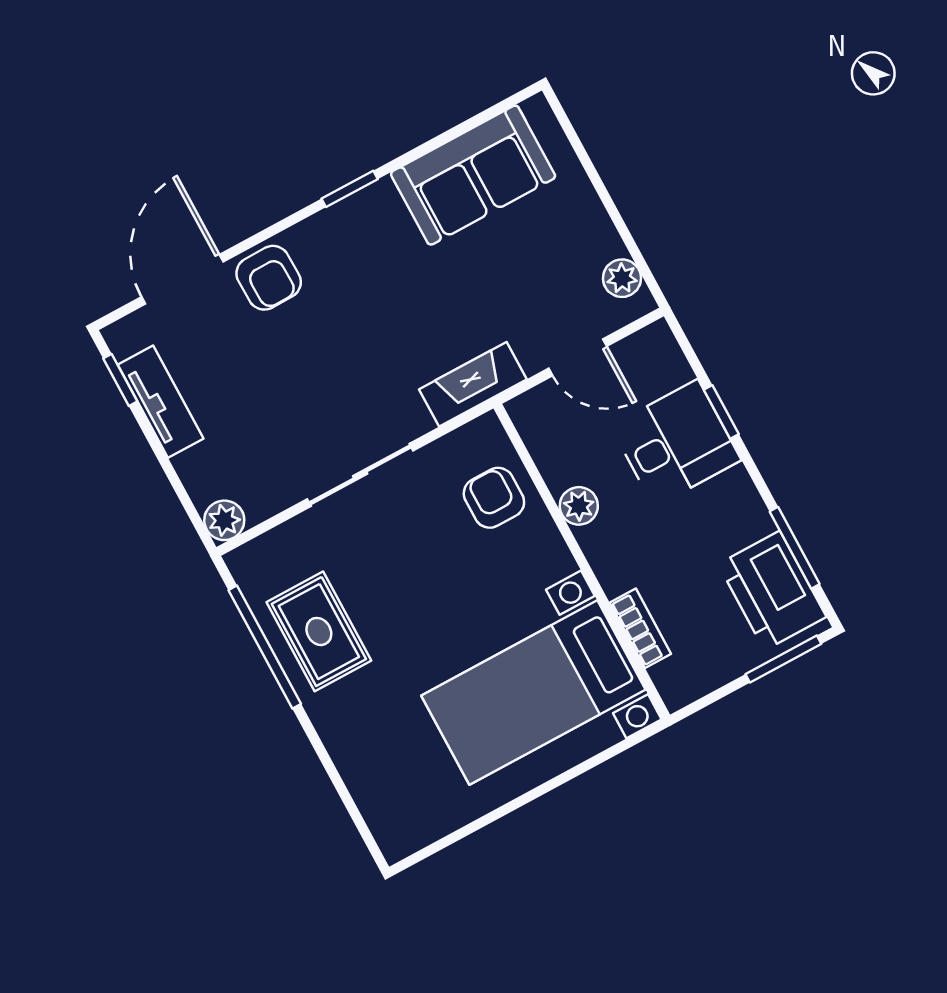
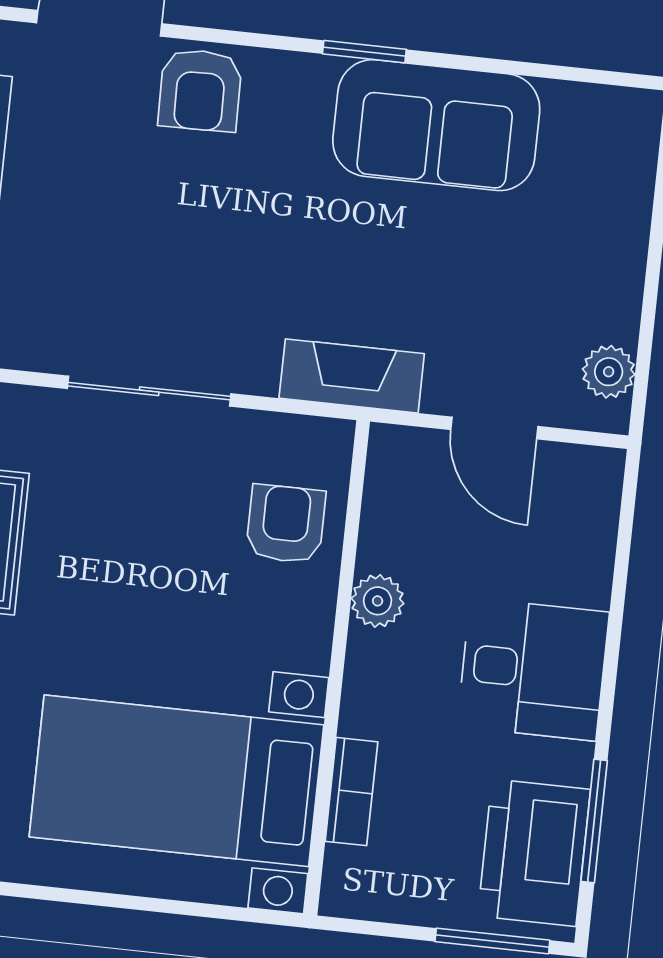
sofa: (473, 175) -> (436, 125), moved
window: (721, 412) -> (617, 606), removed
desk: (676, 443) -> (533, 669), moved

